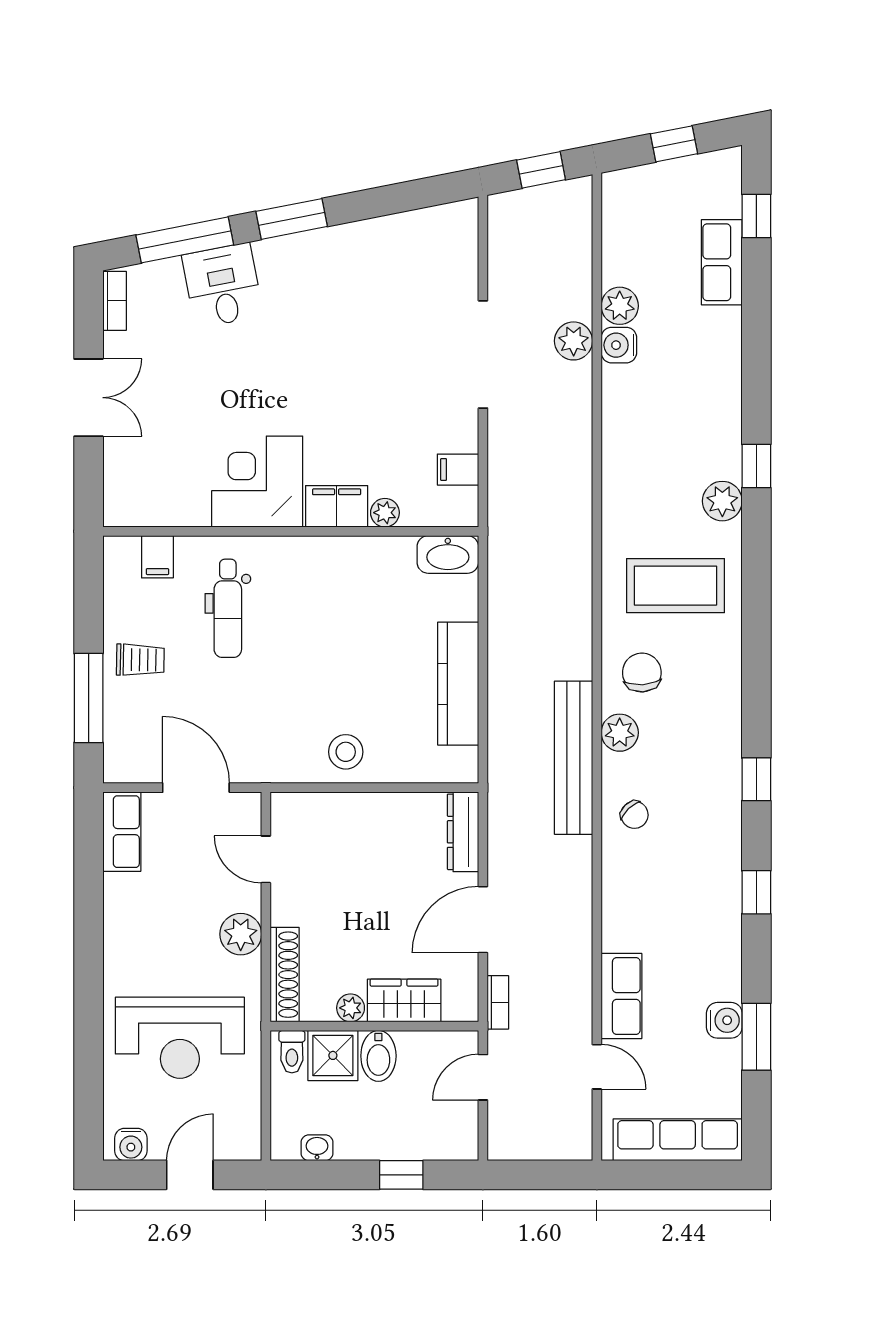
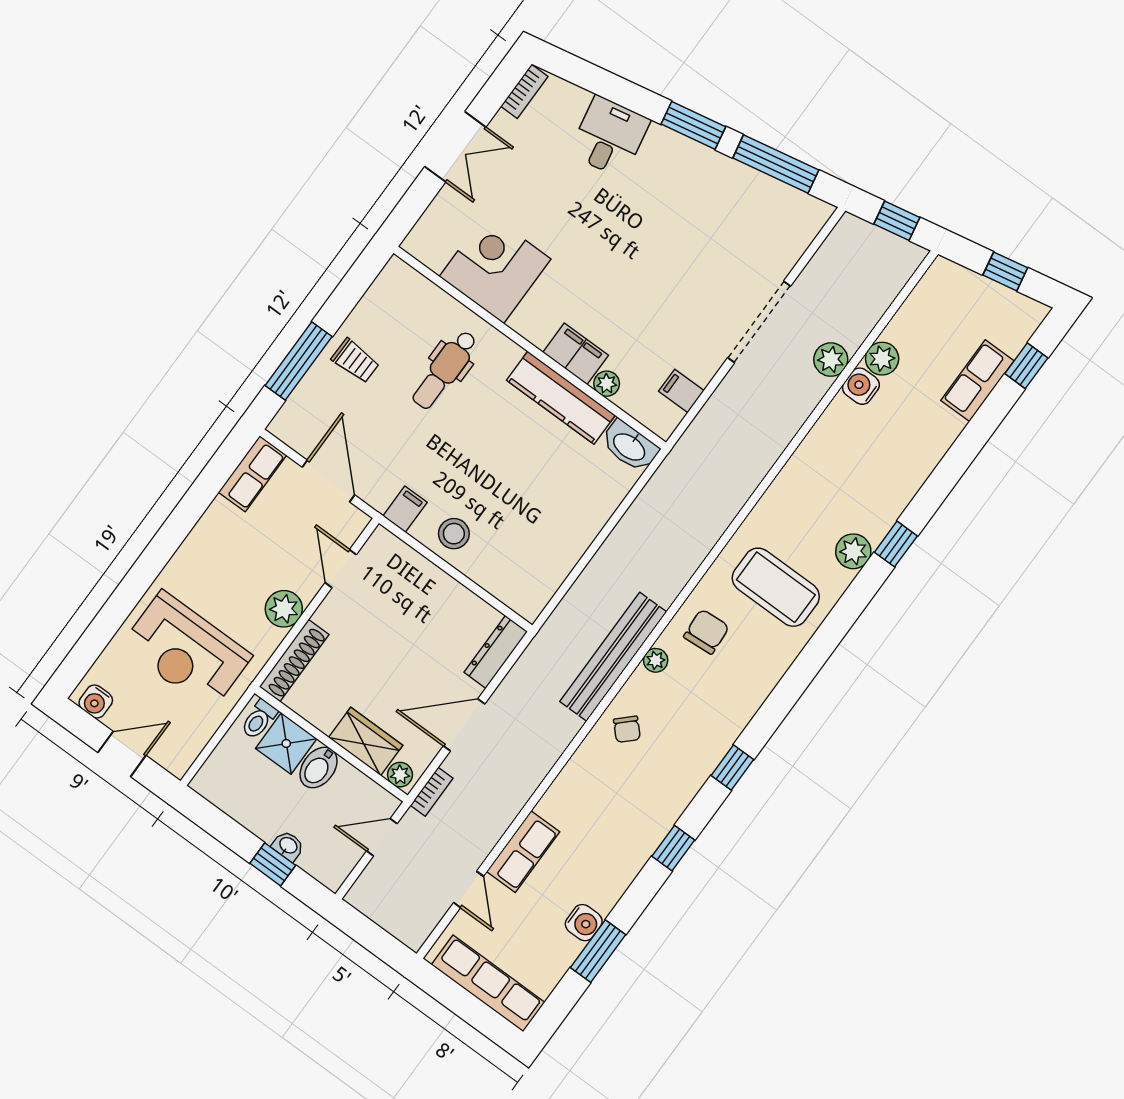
window: (185, 240) -> (776, 164), moved
corner desk: (257, 482) -> (495, 268), moved
filing cabinet: (157, 557) -> (405, 509), moved, turned 180
kitchen counter: (458, 684) -> (561, 398), moved, turned -90
plant: (620, 733) -> (656, 660), width x0.73, depth x0.73
plant: (351, 1008) -> (400, 775), moved
washbasin: (317, 1148) -> (288, 846), moved

